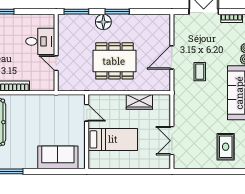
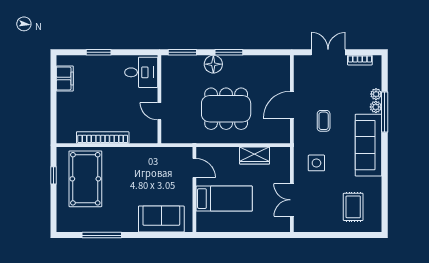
desk: (40, 41) -> (141, 72), moved
side table: (193, 108) -> (316, 163), added

